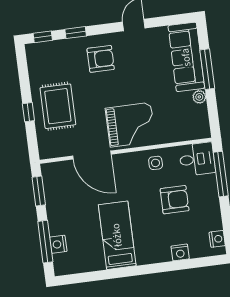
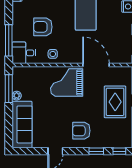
window: (207, 69) -> (9, 89), moved

